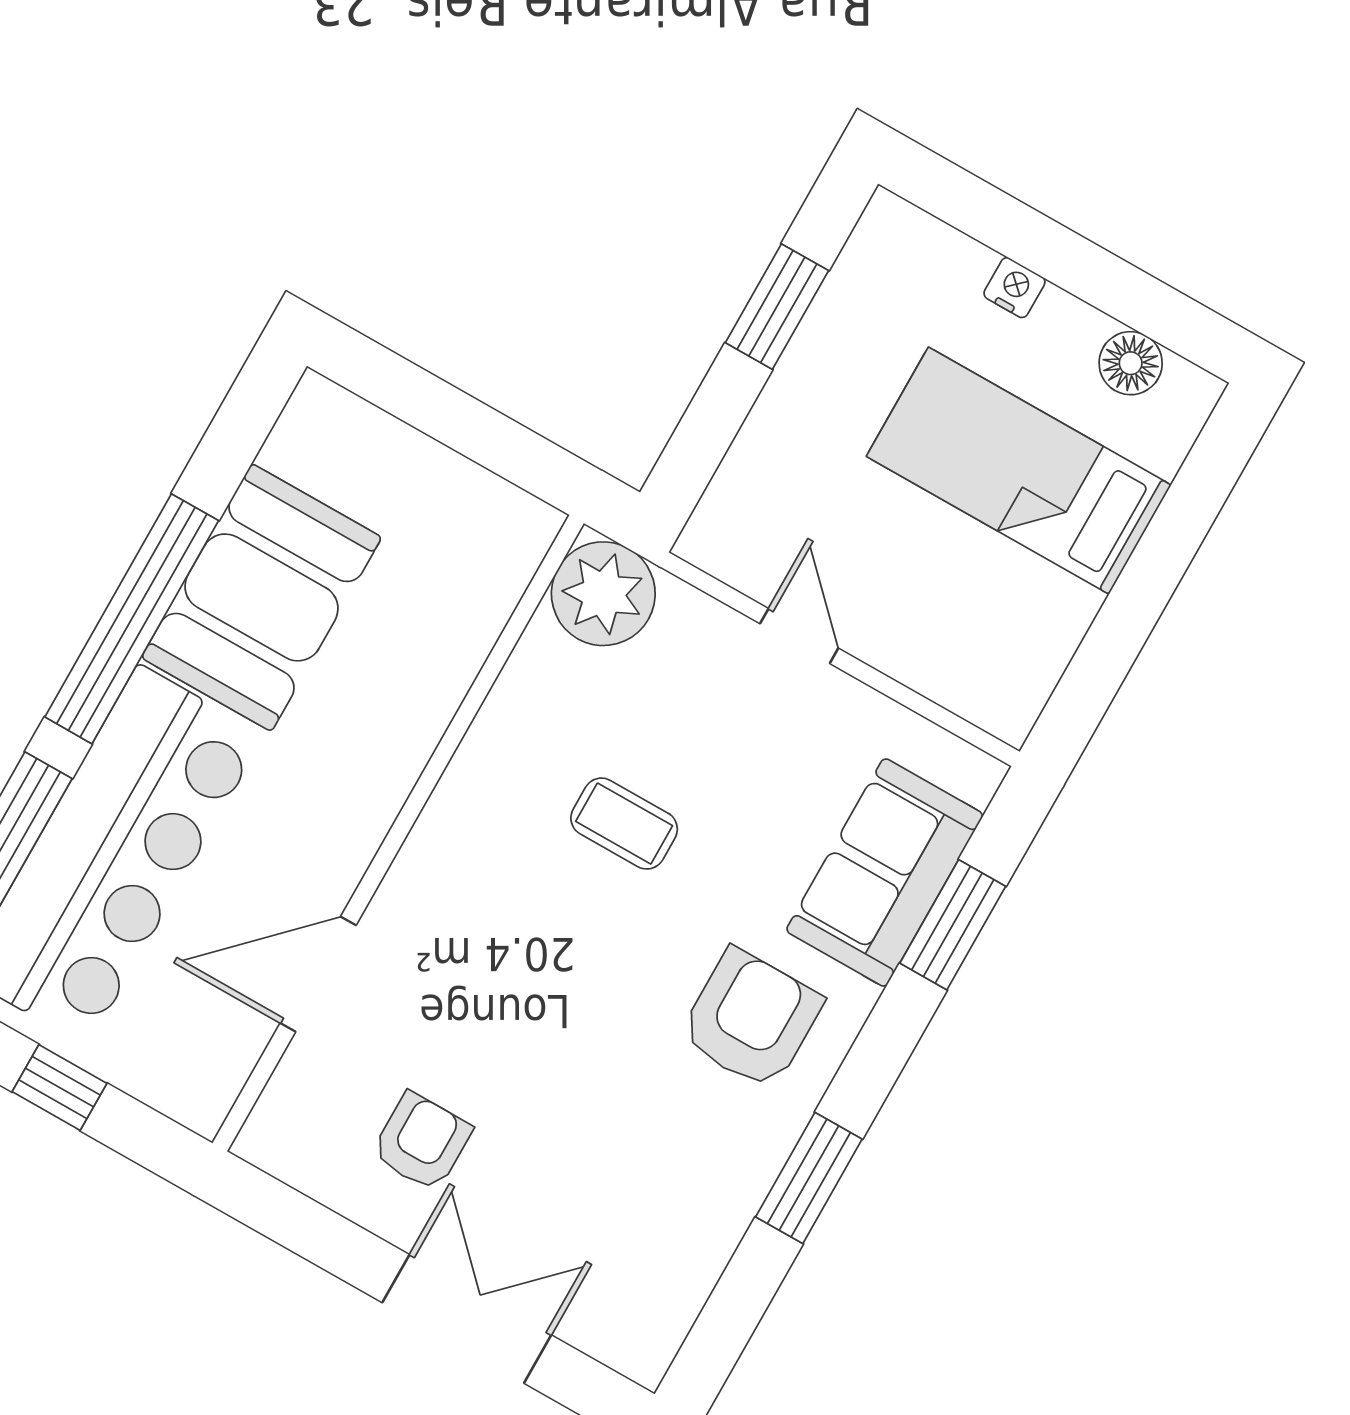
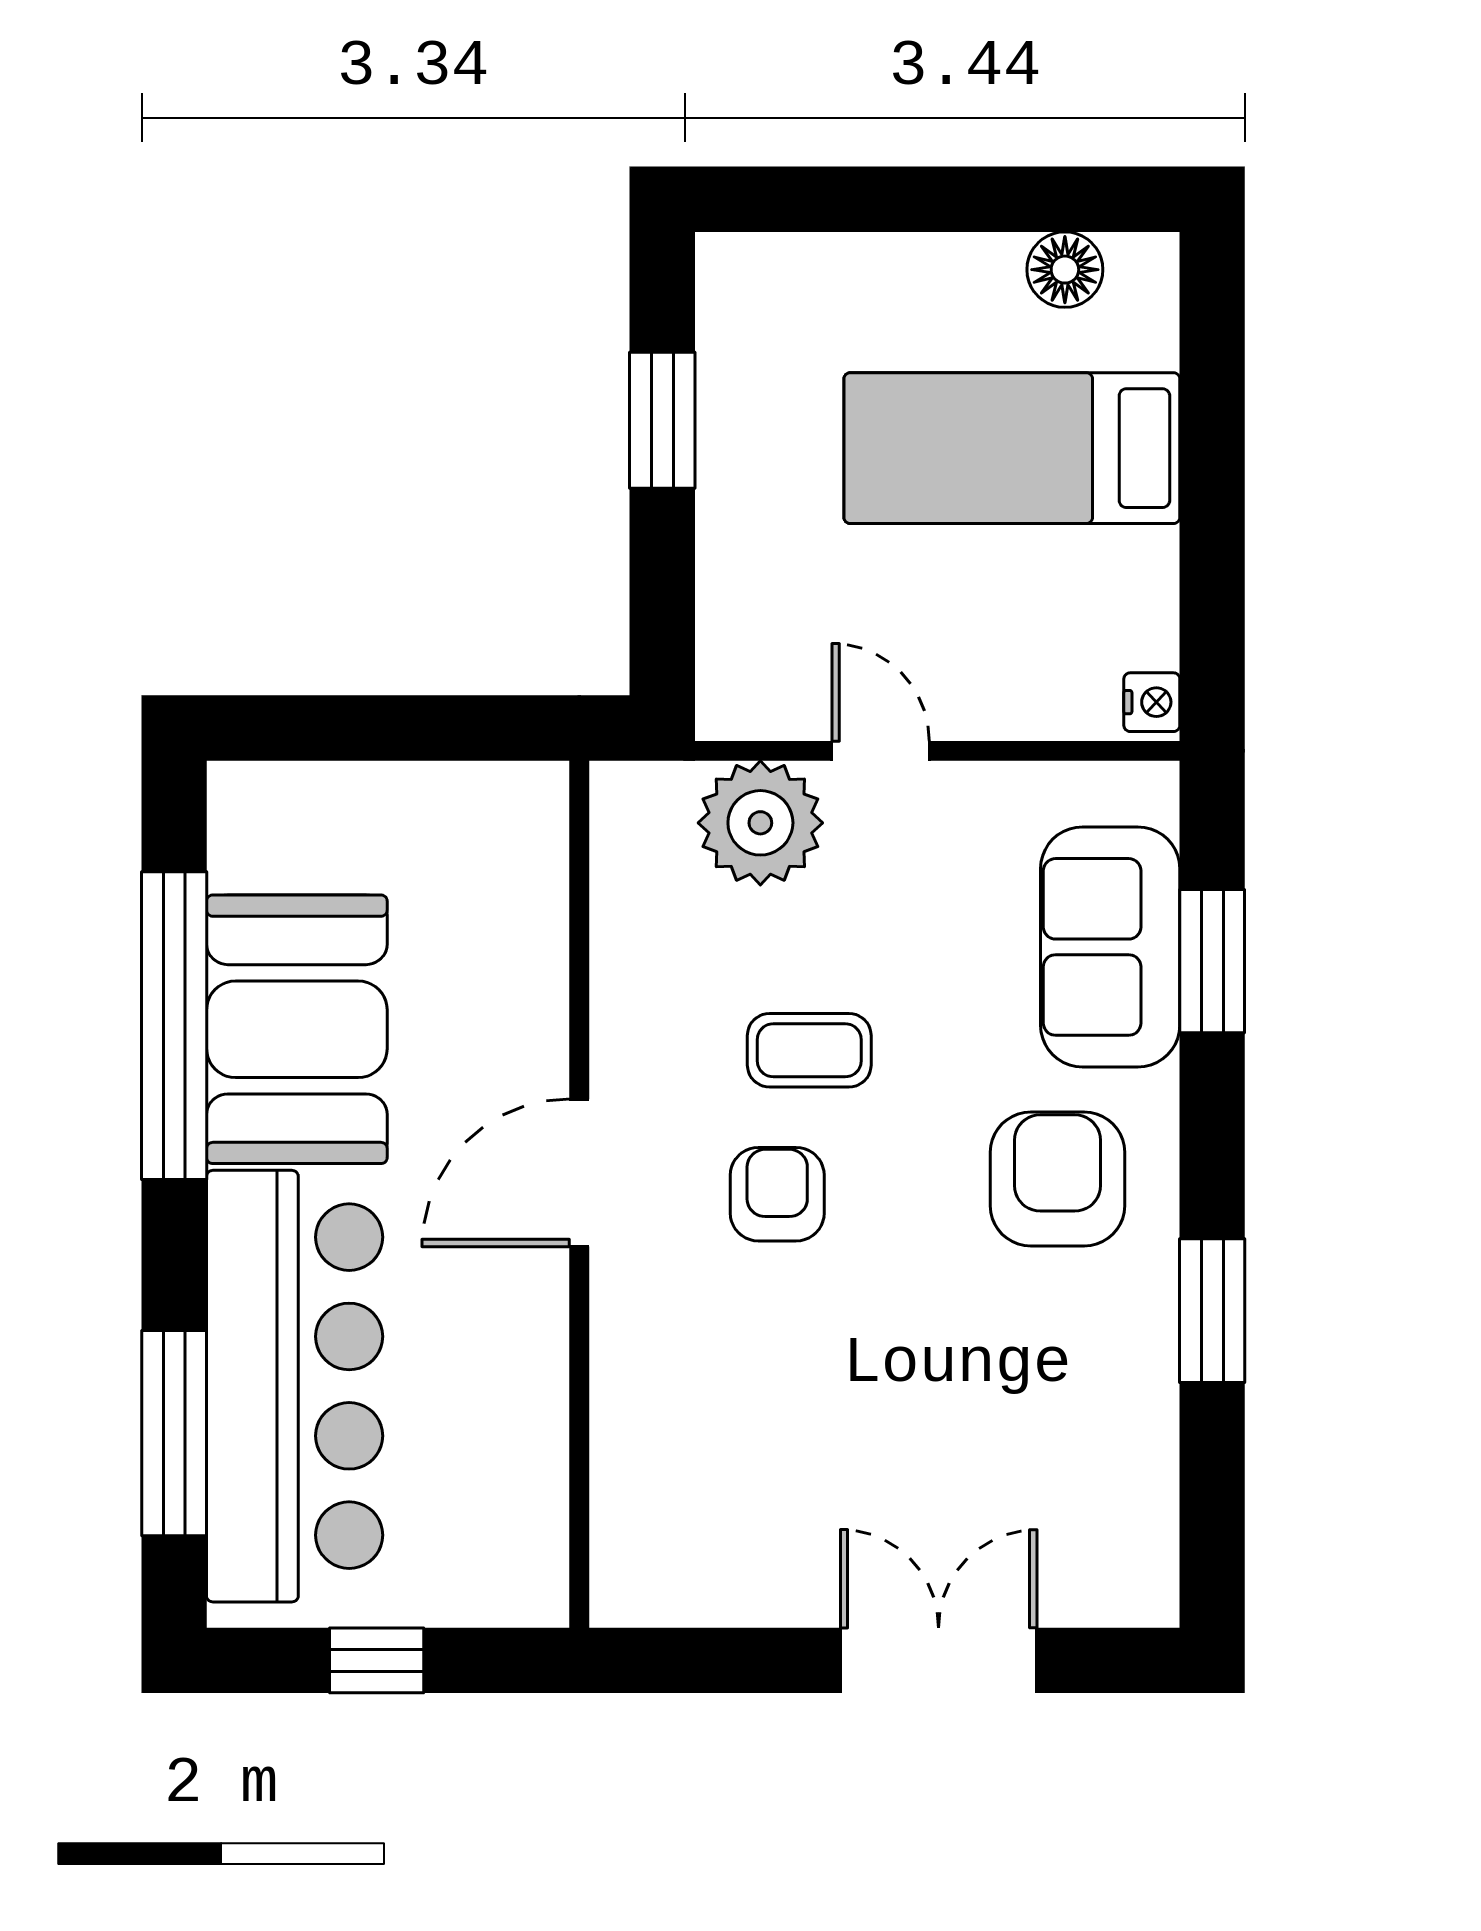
nightstand: (1014, 288) -> (1152, 702), moved, turned 90
plant: (603, 594) -> (760, 823), moved
window: (132, 619) -> (174, 1026), moved
door: (318, 974) -> (579, 1173), moved
armchair: (422, 1142) -> (777, 1194), moved

